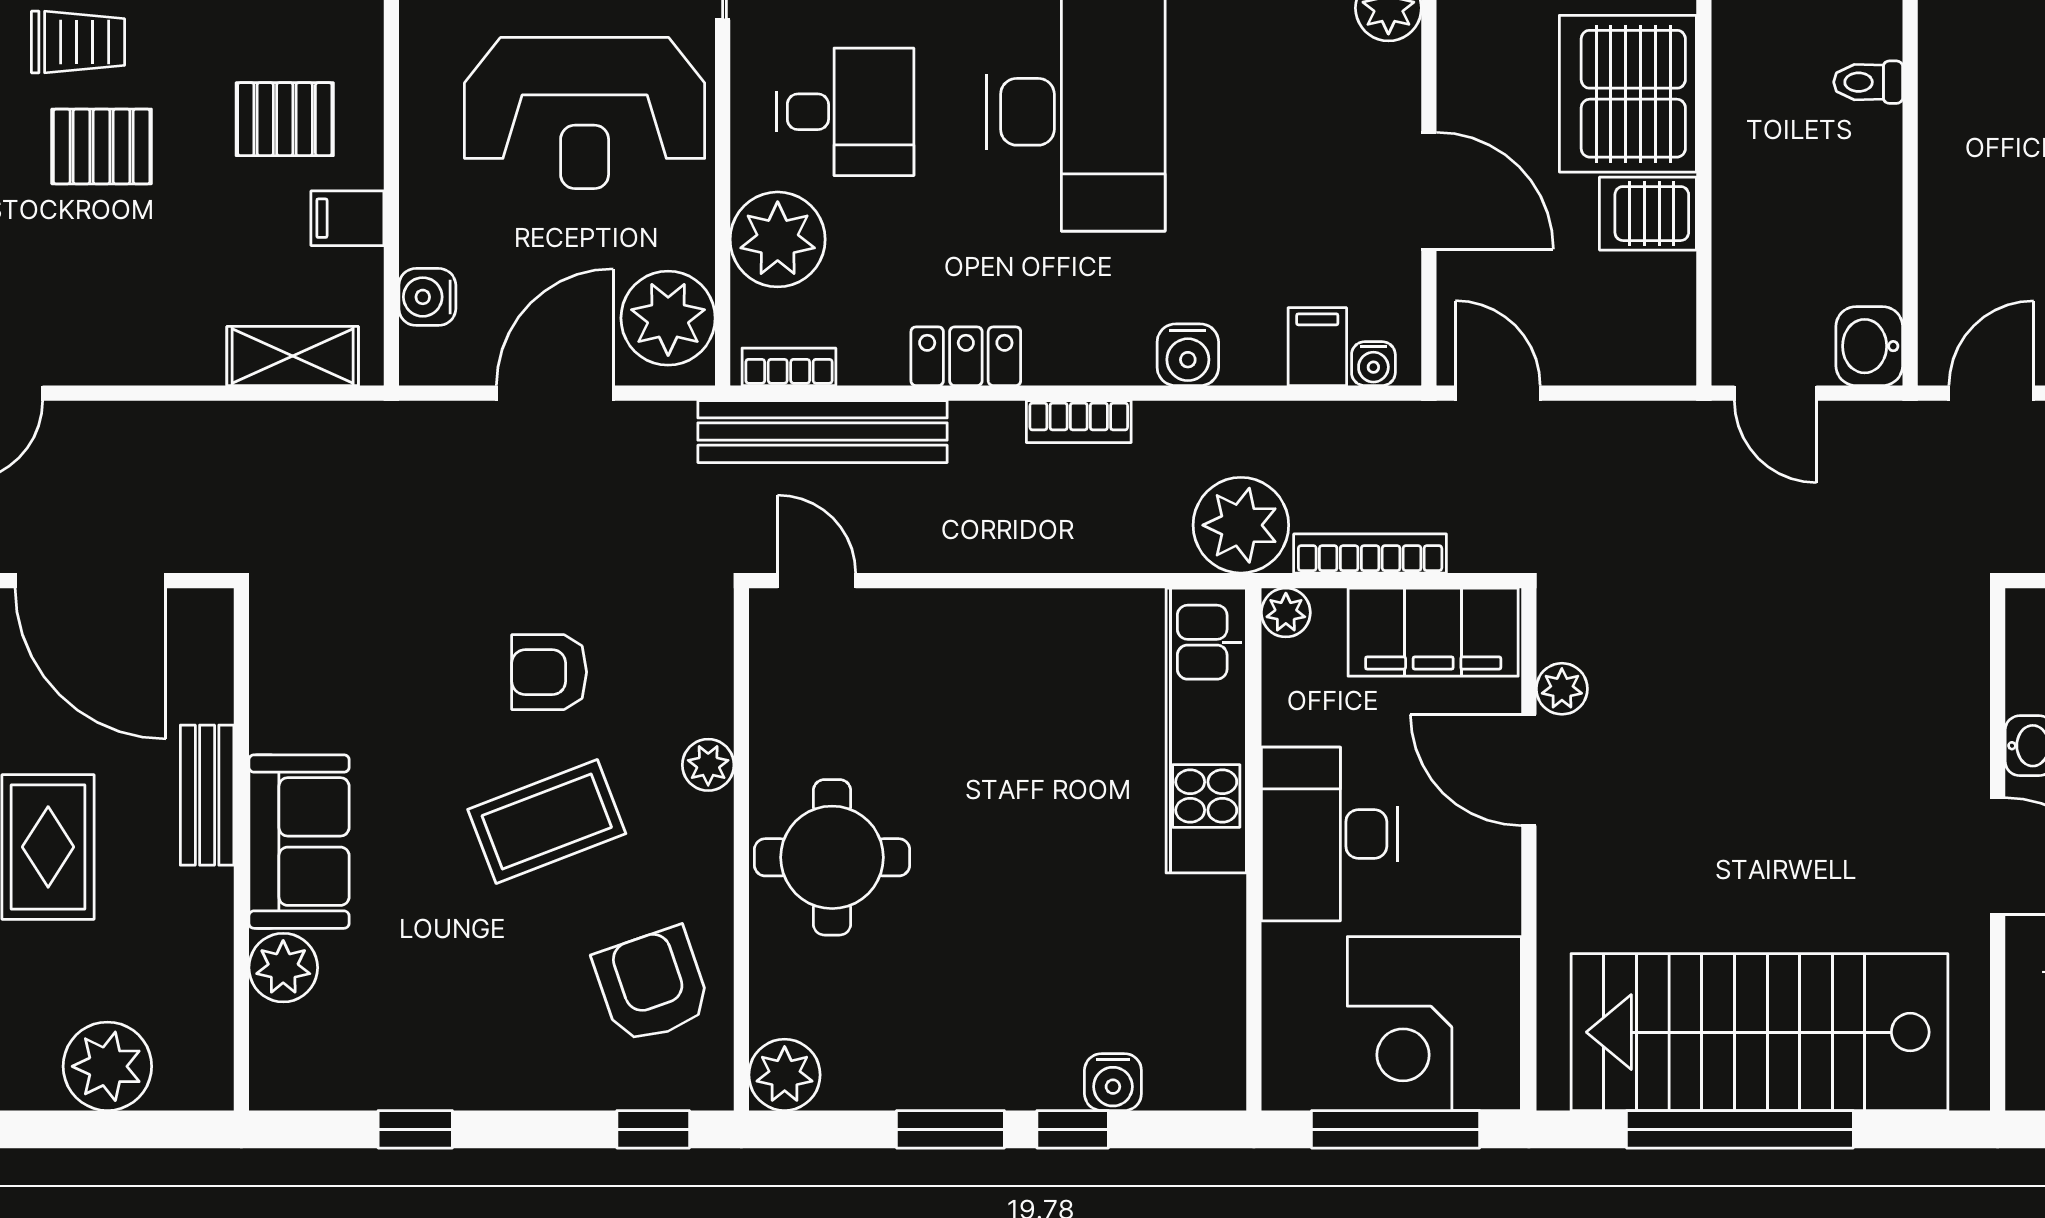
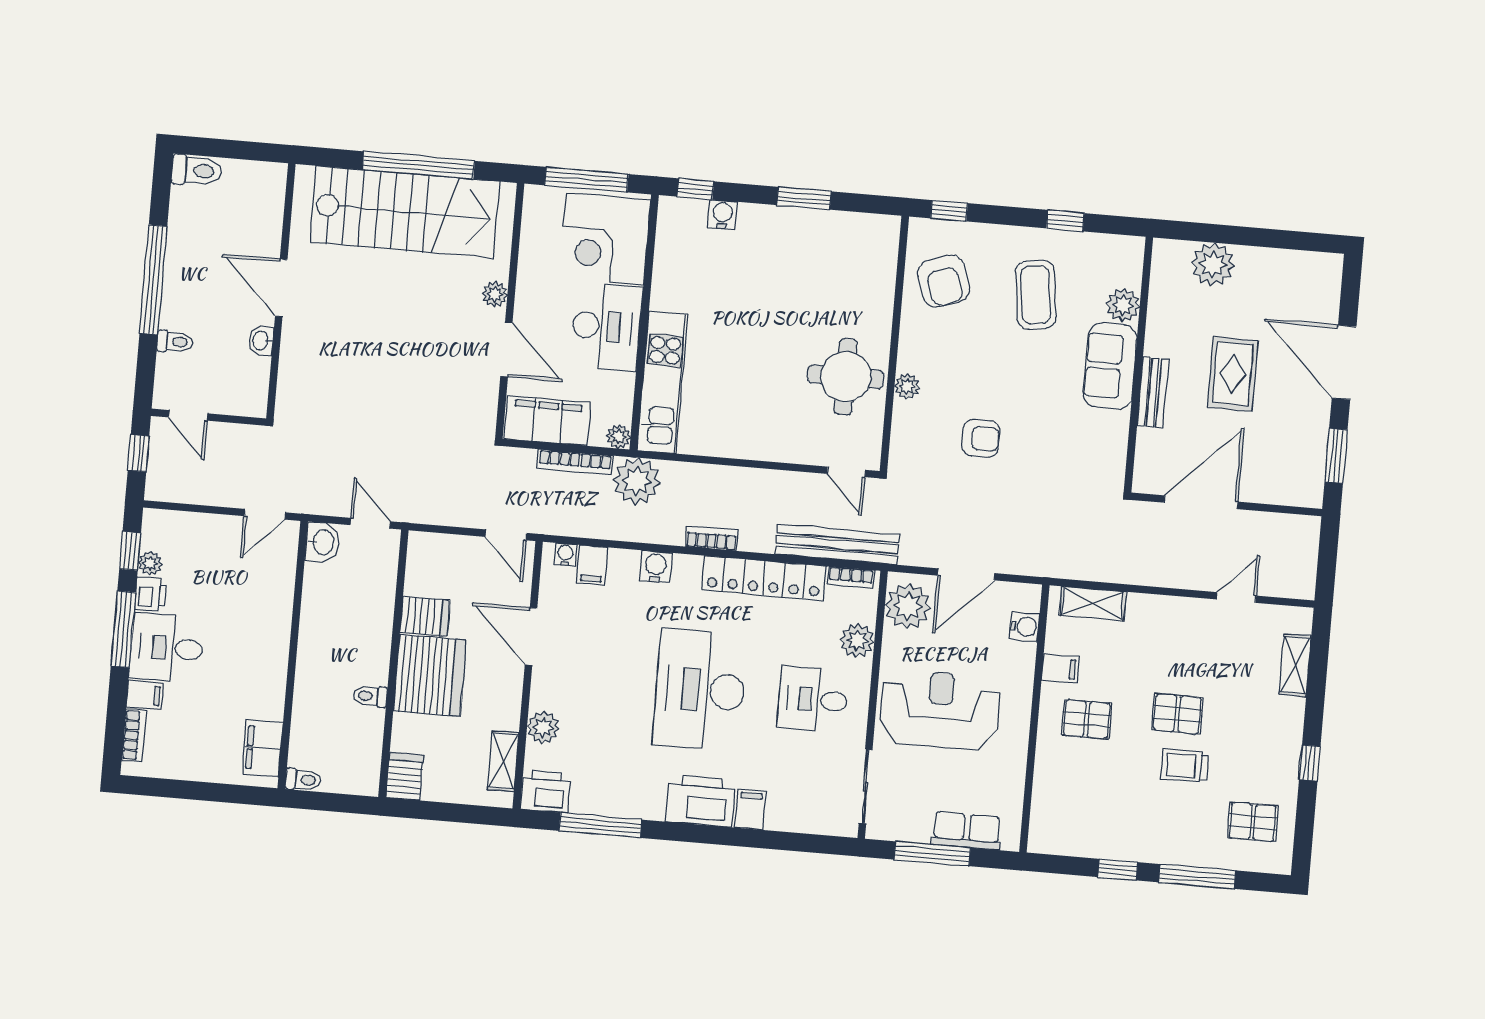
toilet: (1868, 82) -> (370, 696), moved, turned 180
plant: (778, 239) -> (857, 641), width x0.73, depth x0.73
locker: (966, 356) -> (764, 578), width x2.16, depth x1.21
door: (91, 581) -> (1201, 502), hinge flipped
plant: (1562, 689) -> (495, 294), moved
coffee table: (547, 822) -> (1036, 295), moved, turned -76
round table: (832, 857) -> (846, 377), moved
corner desk: (1434, 1024) -> (605, 239), moved, turned 180
plant: (785, 1075) -> (883, 232), removed
window: (1073, 1129) -> (695, 189), moved

